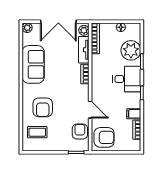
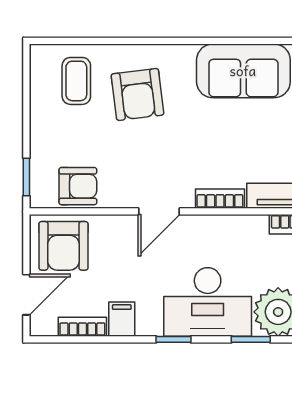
desk: (127, 79) -> (208, 302), width x1.37
armchair: (43, 107) -> (137, 94), turned -97
door: (90, 110) -> (159, 211), moved
door: (124, 152) -> (26, 295), added

